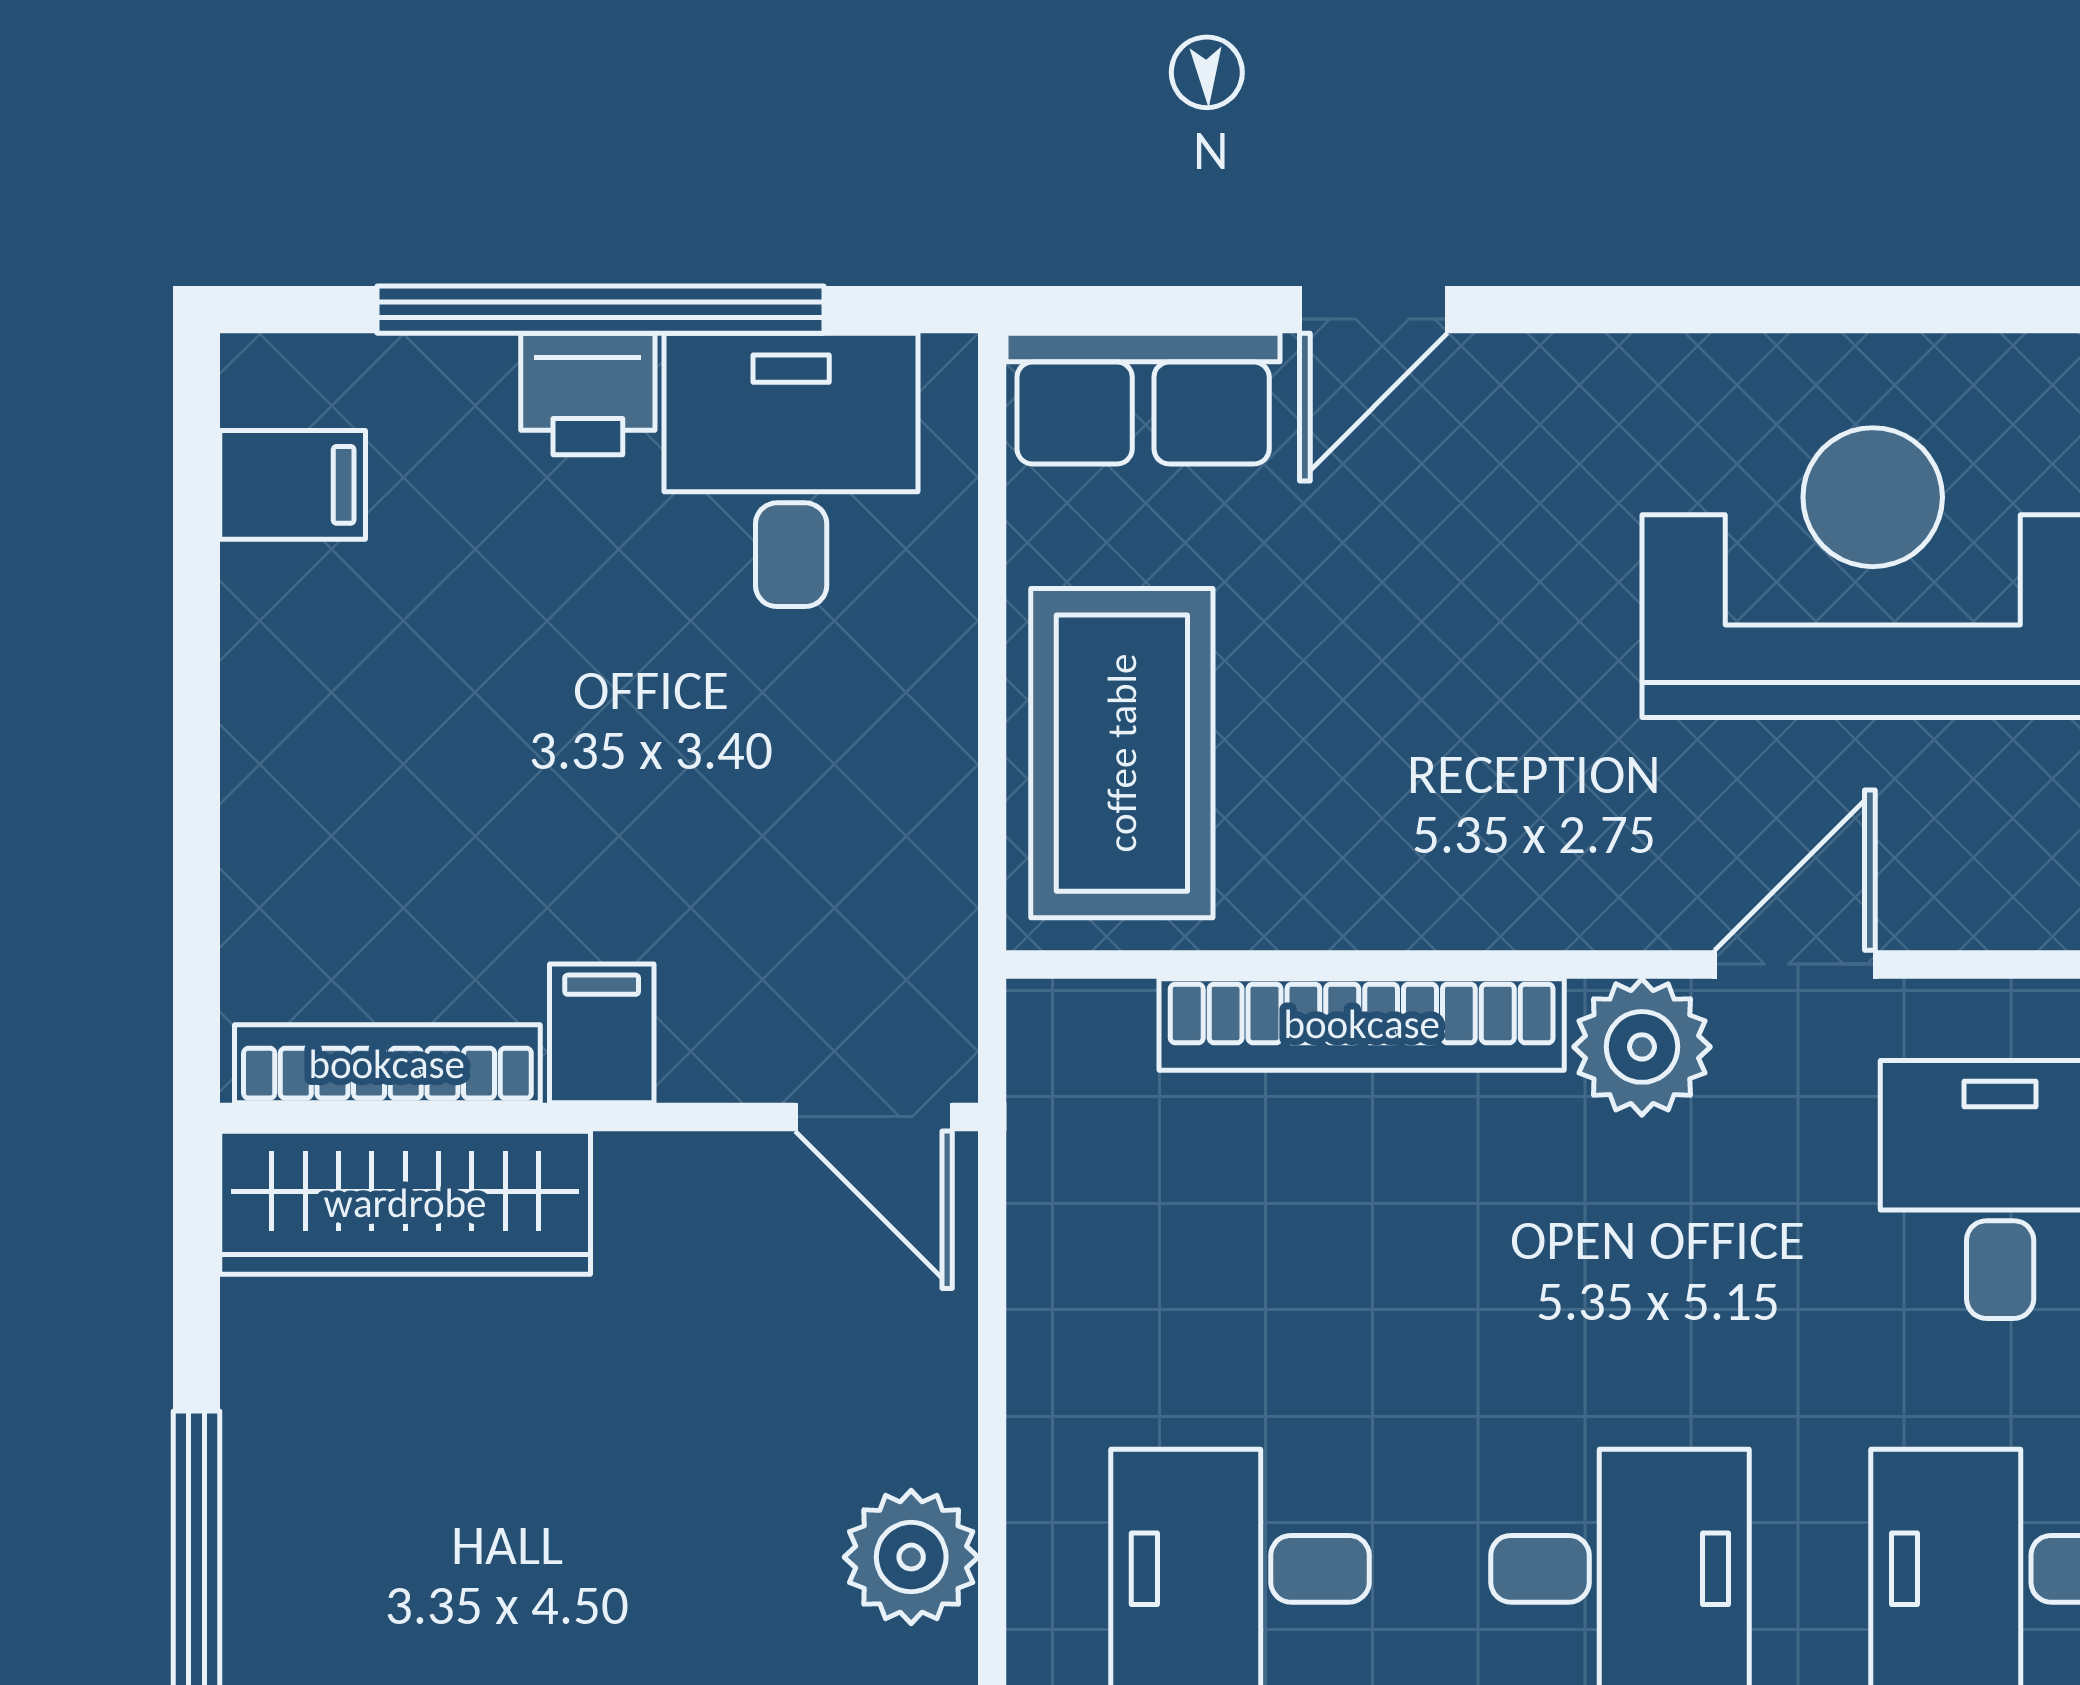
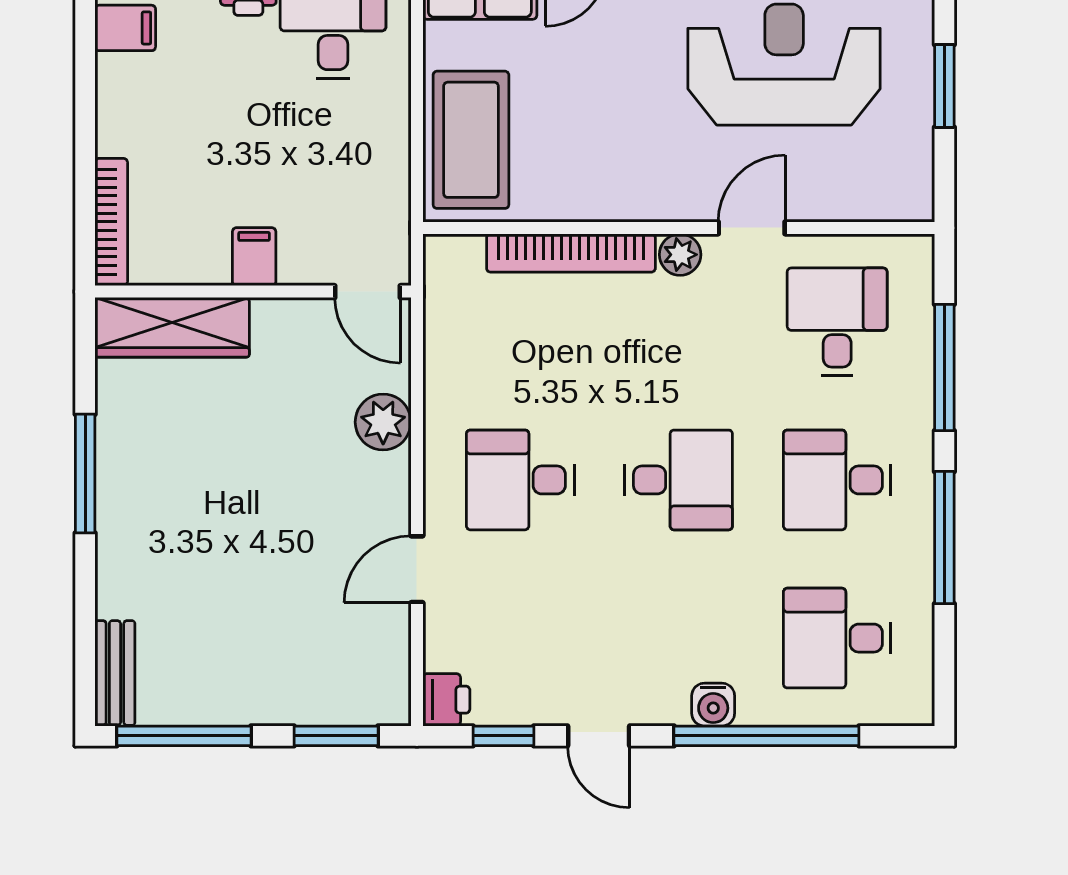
plant: (1642, 1047) -> (680, 255), width x0.73, depth x0.73
bookcase: (387, 1064) -> (111, 222), moved, turned 90
plant: (911, 1557) -> (383, 422), moved

